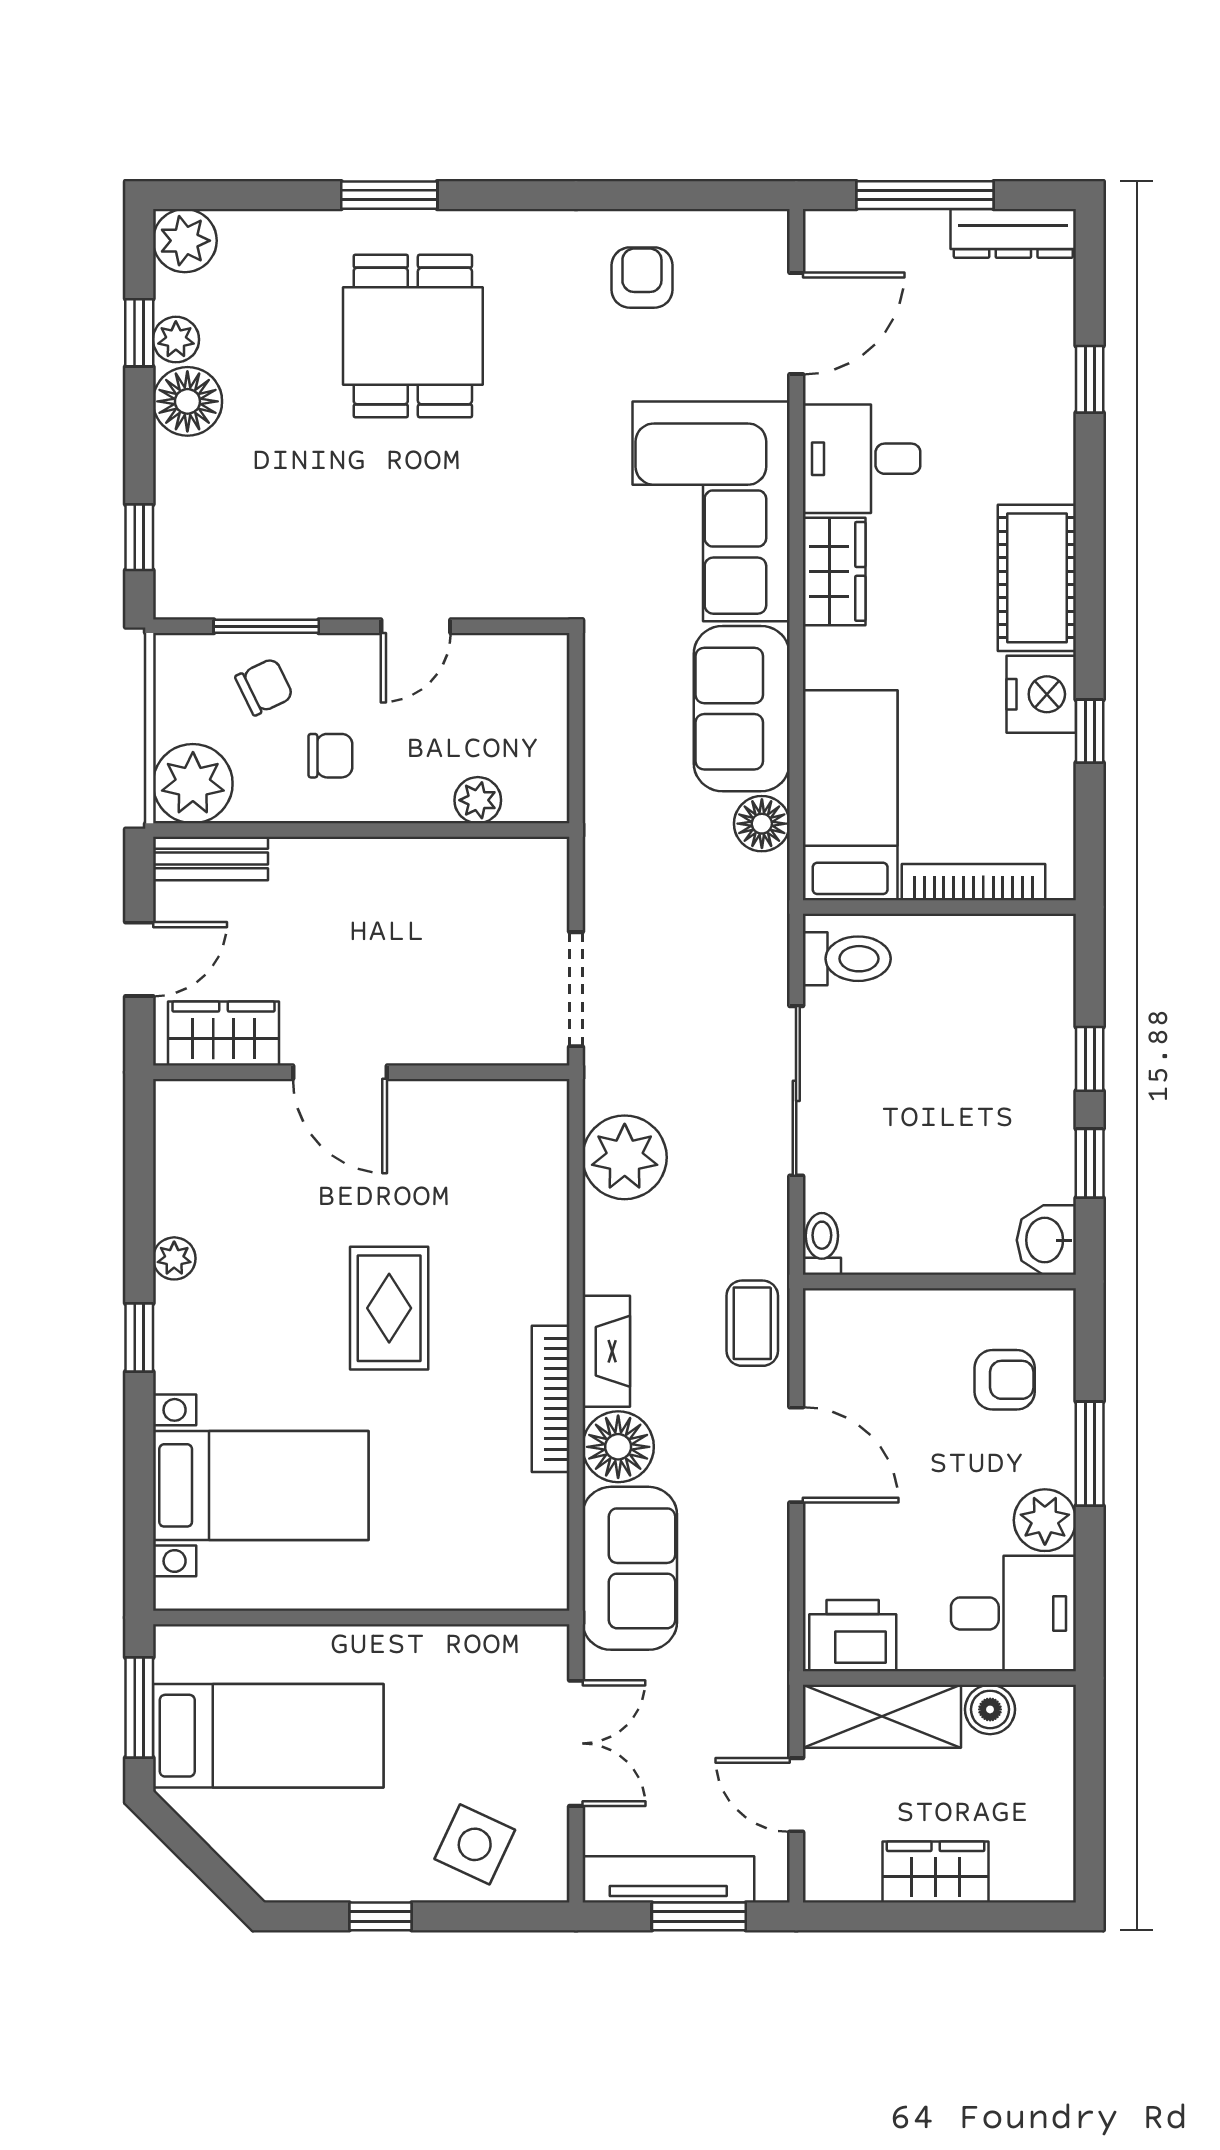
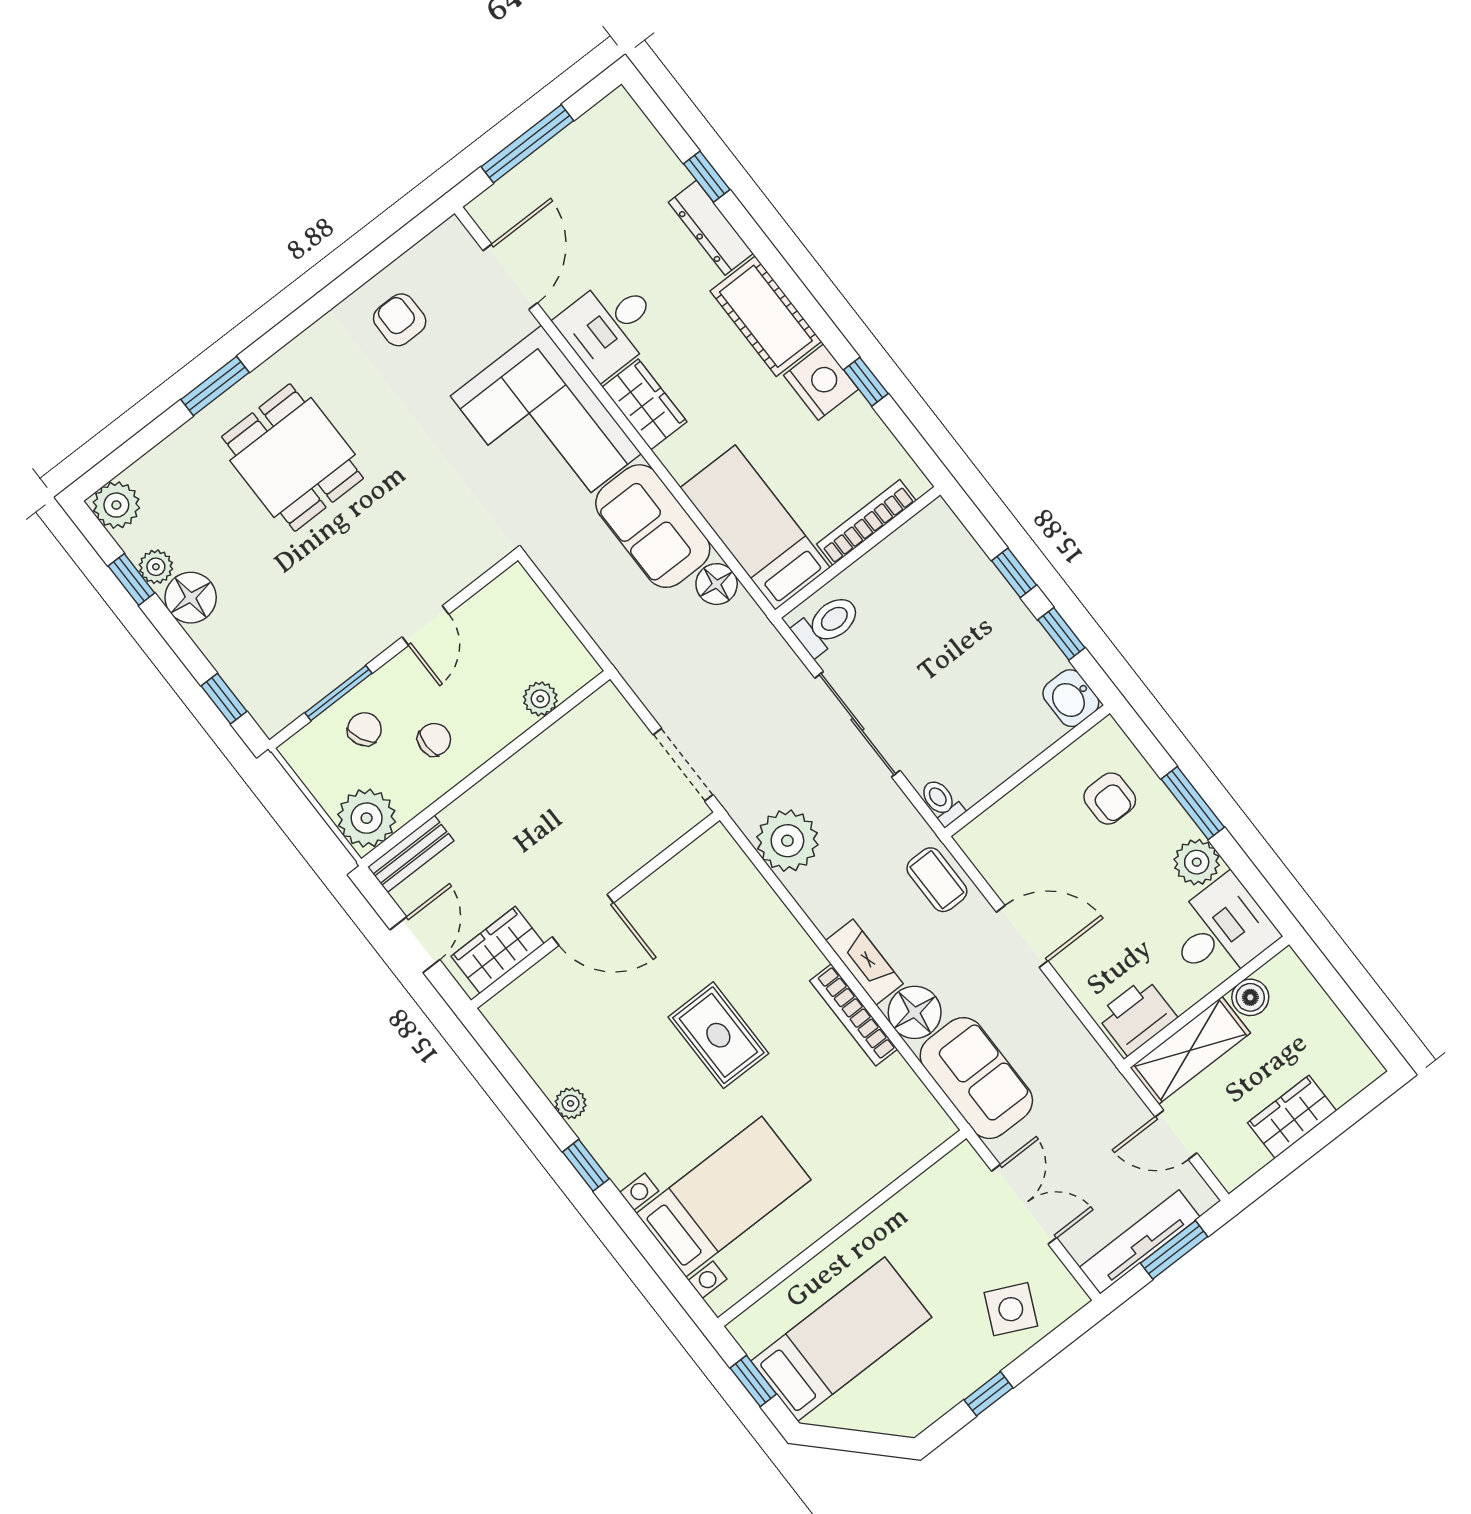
dresser: (1013, 233) -> (711, 228), moved, turned 90
armchair: (1005, 1380) -> (1110, 799), turned 90
window: (139, 1707) -> (753, 1381), width x0.67

